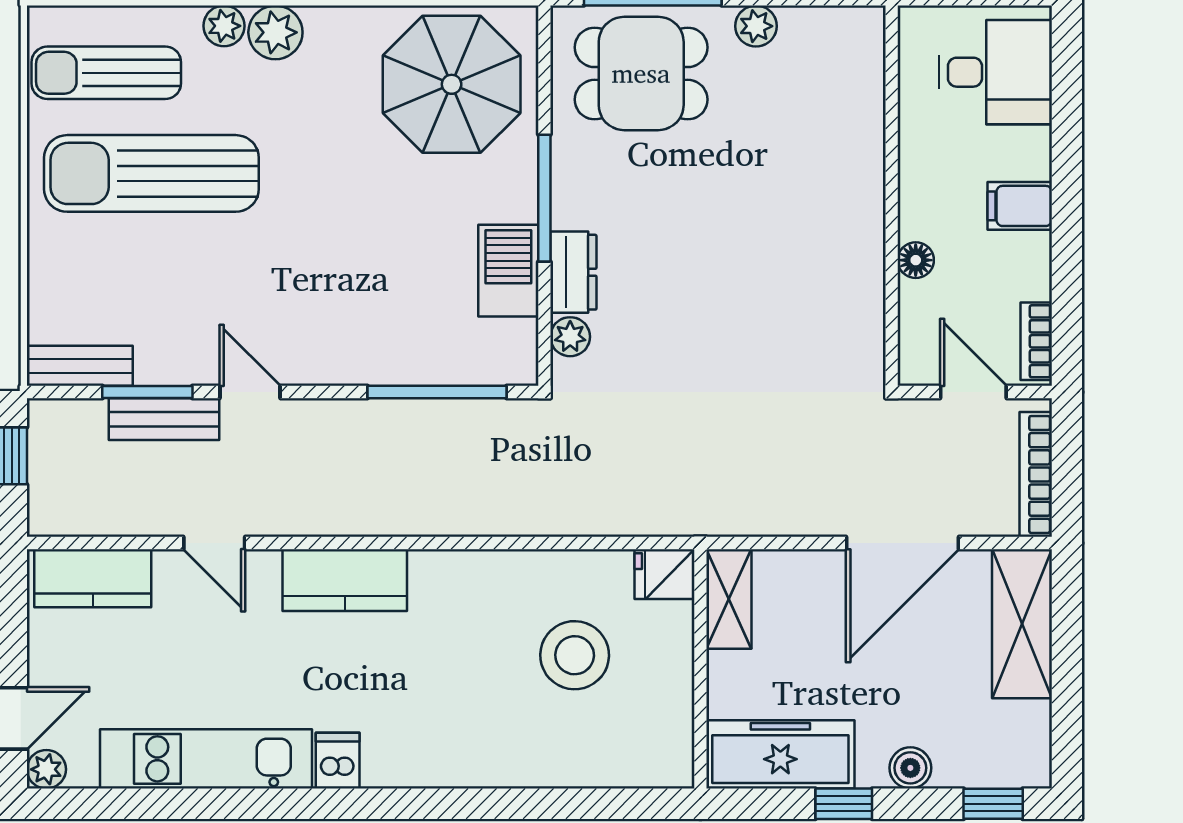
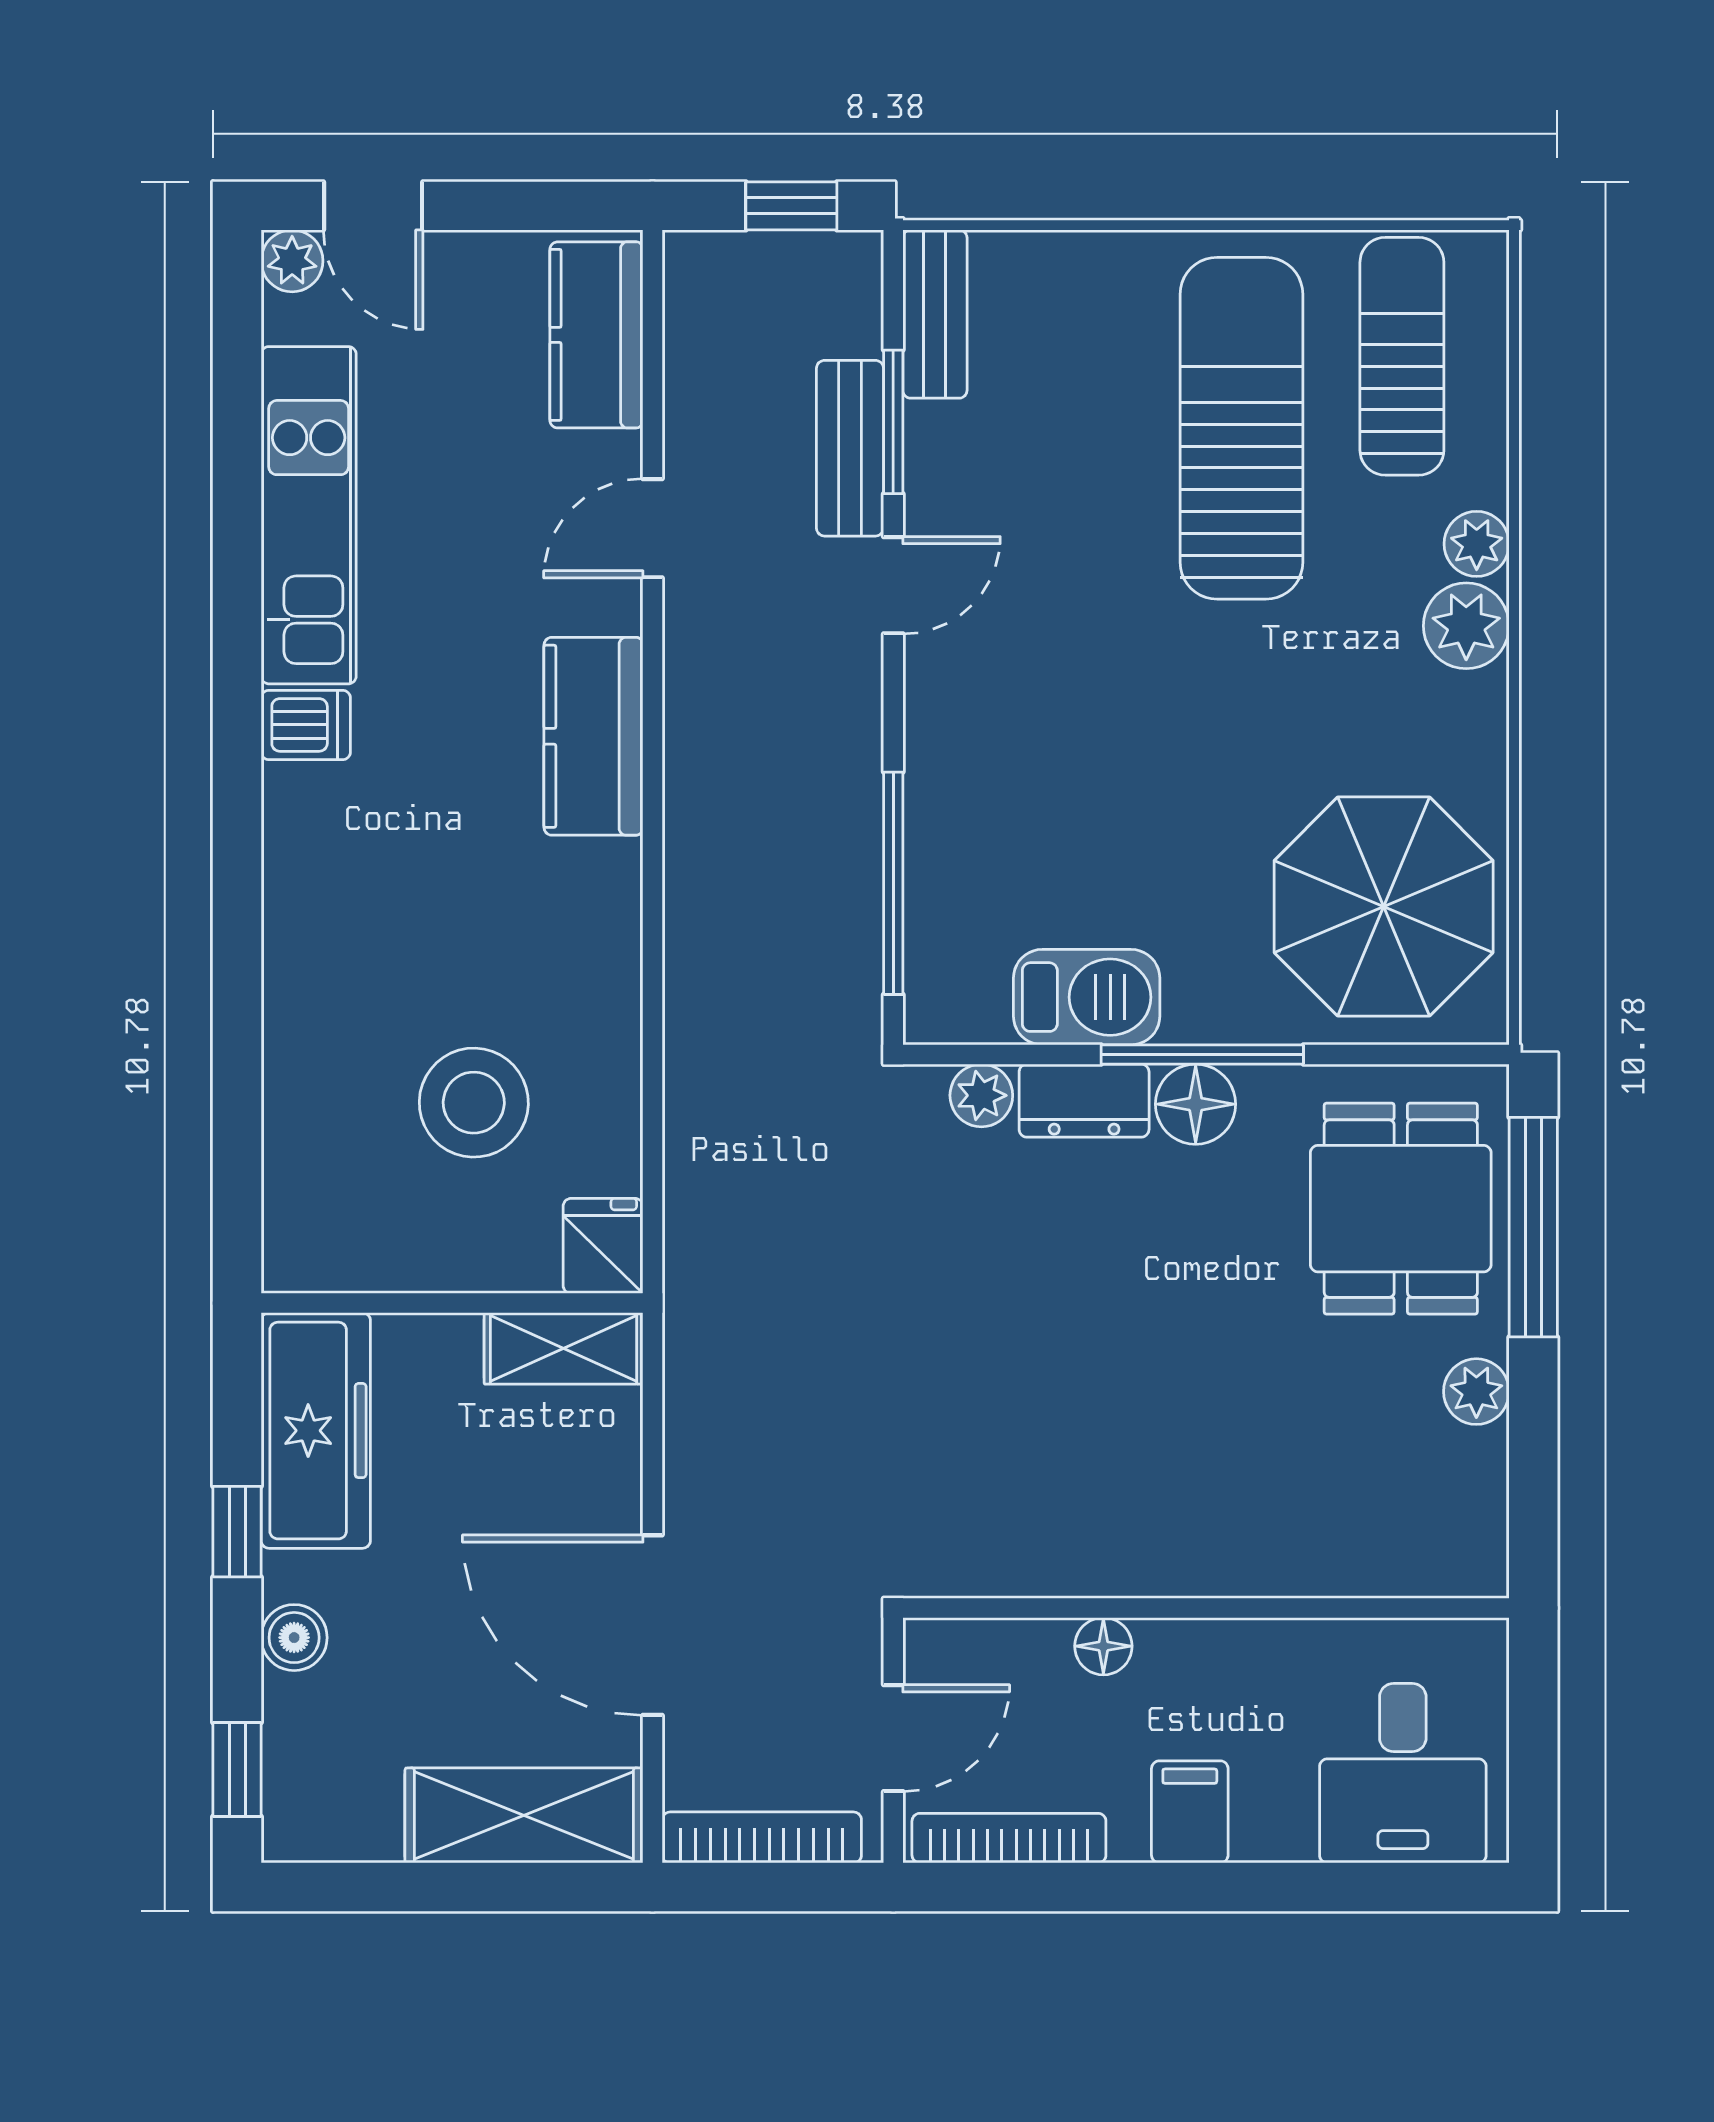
floor lamp: (576, 202) -> (1196, 1104), added
bookcase: (1036, 341) -> (1009, 1838), width x1.56

